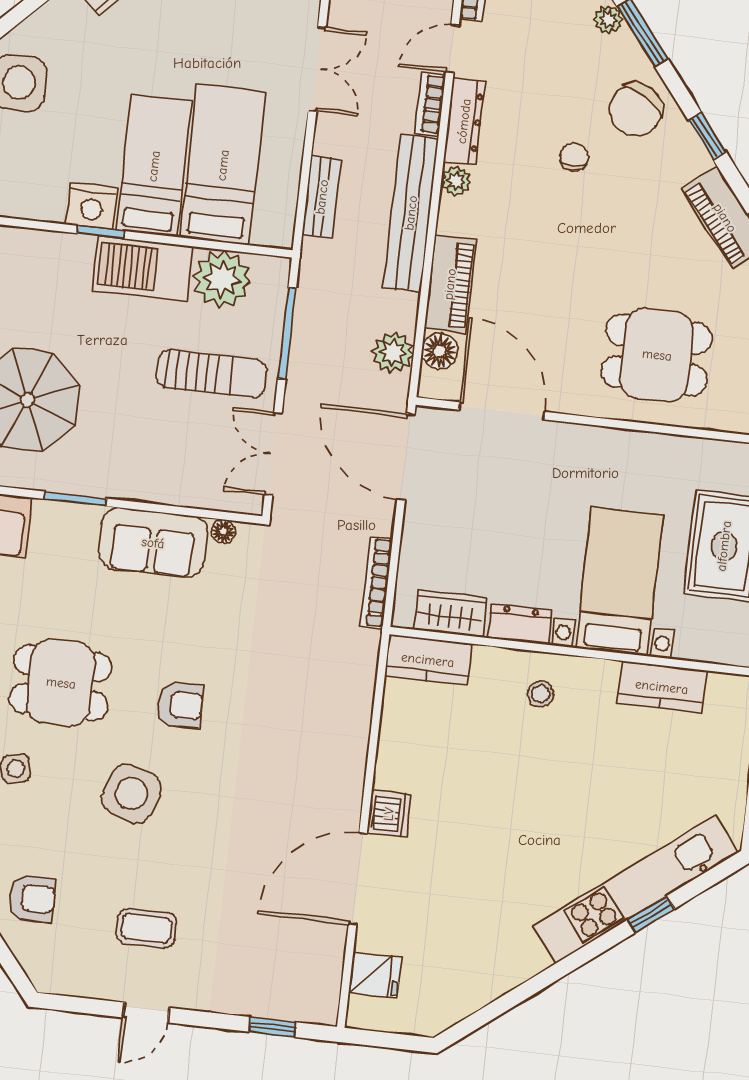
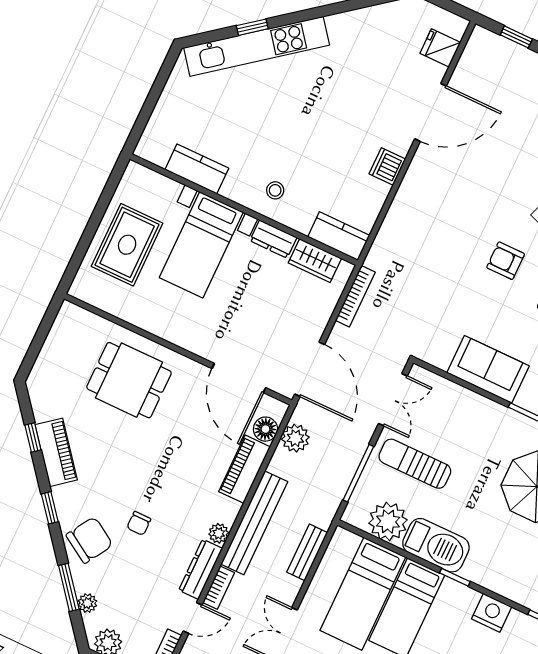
nightstand: (92, 206) -> (492, 613), moved
floor lamp: (223, 531) -> (441, 361), removed
dishwasher: (389, 814) -> (387, 166), moved

